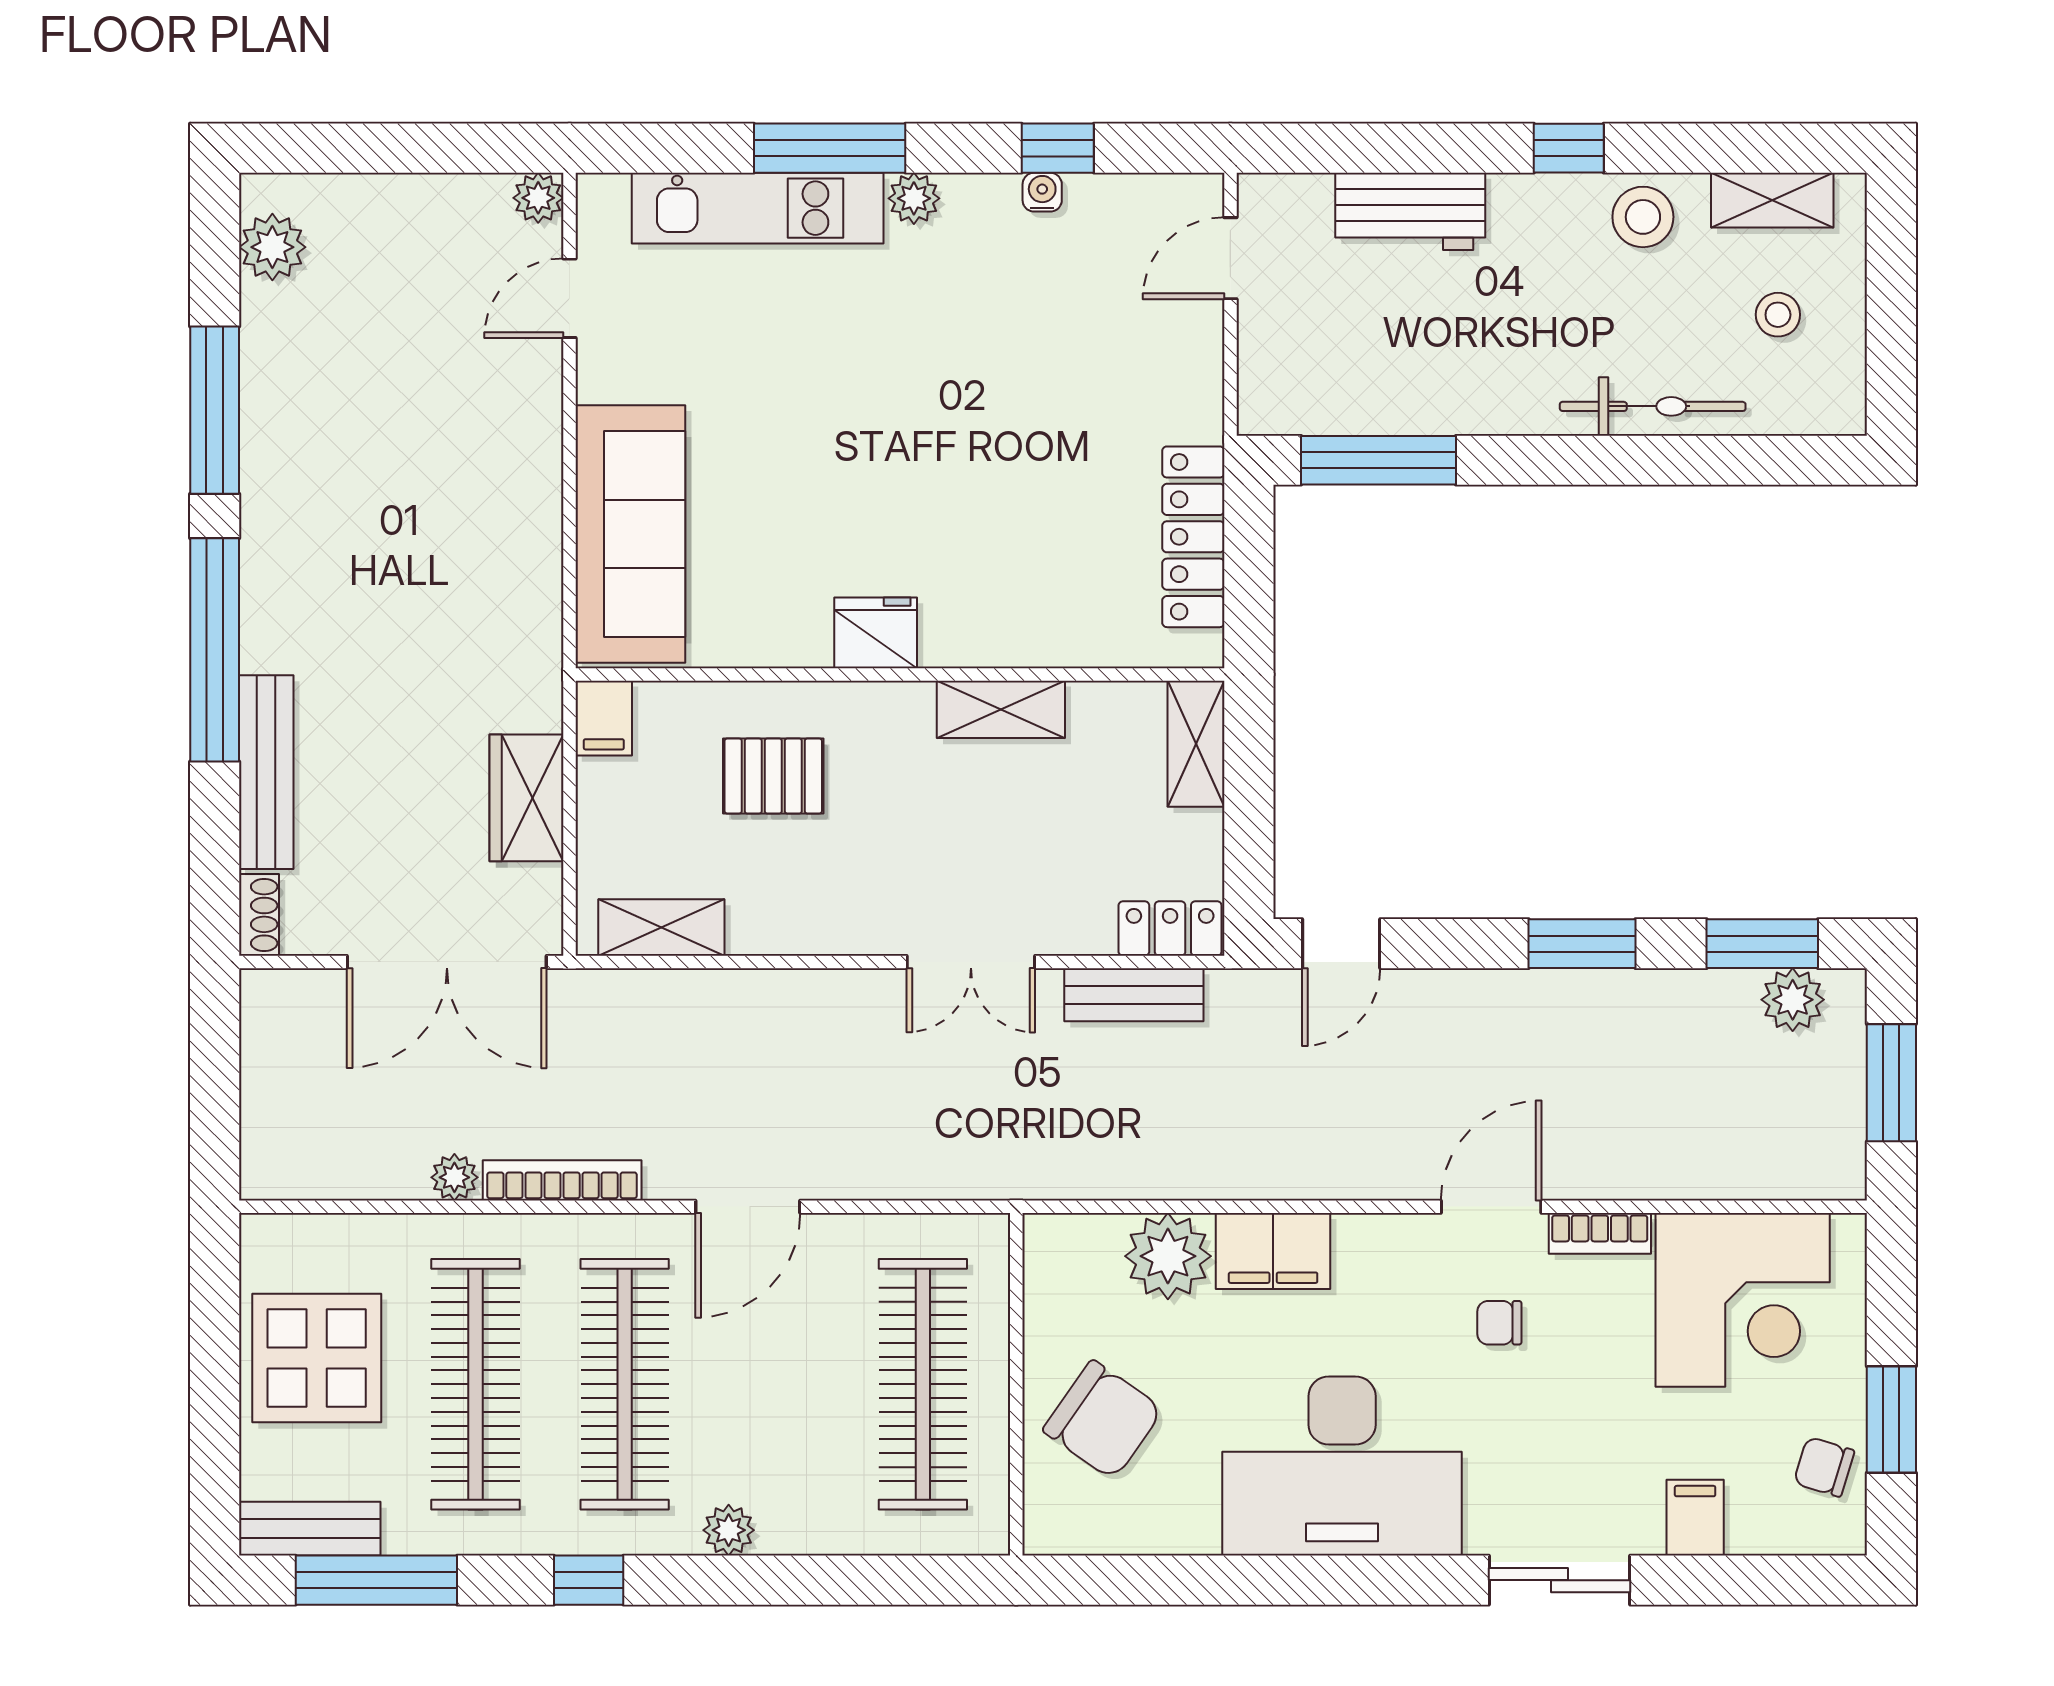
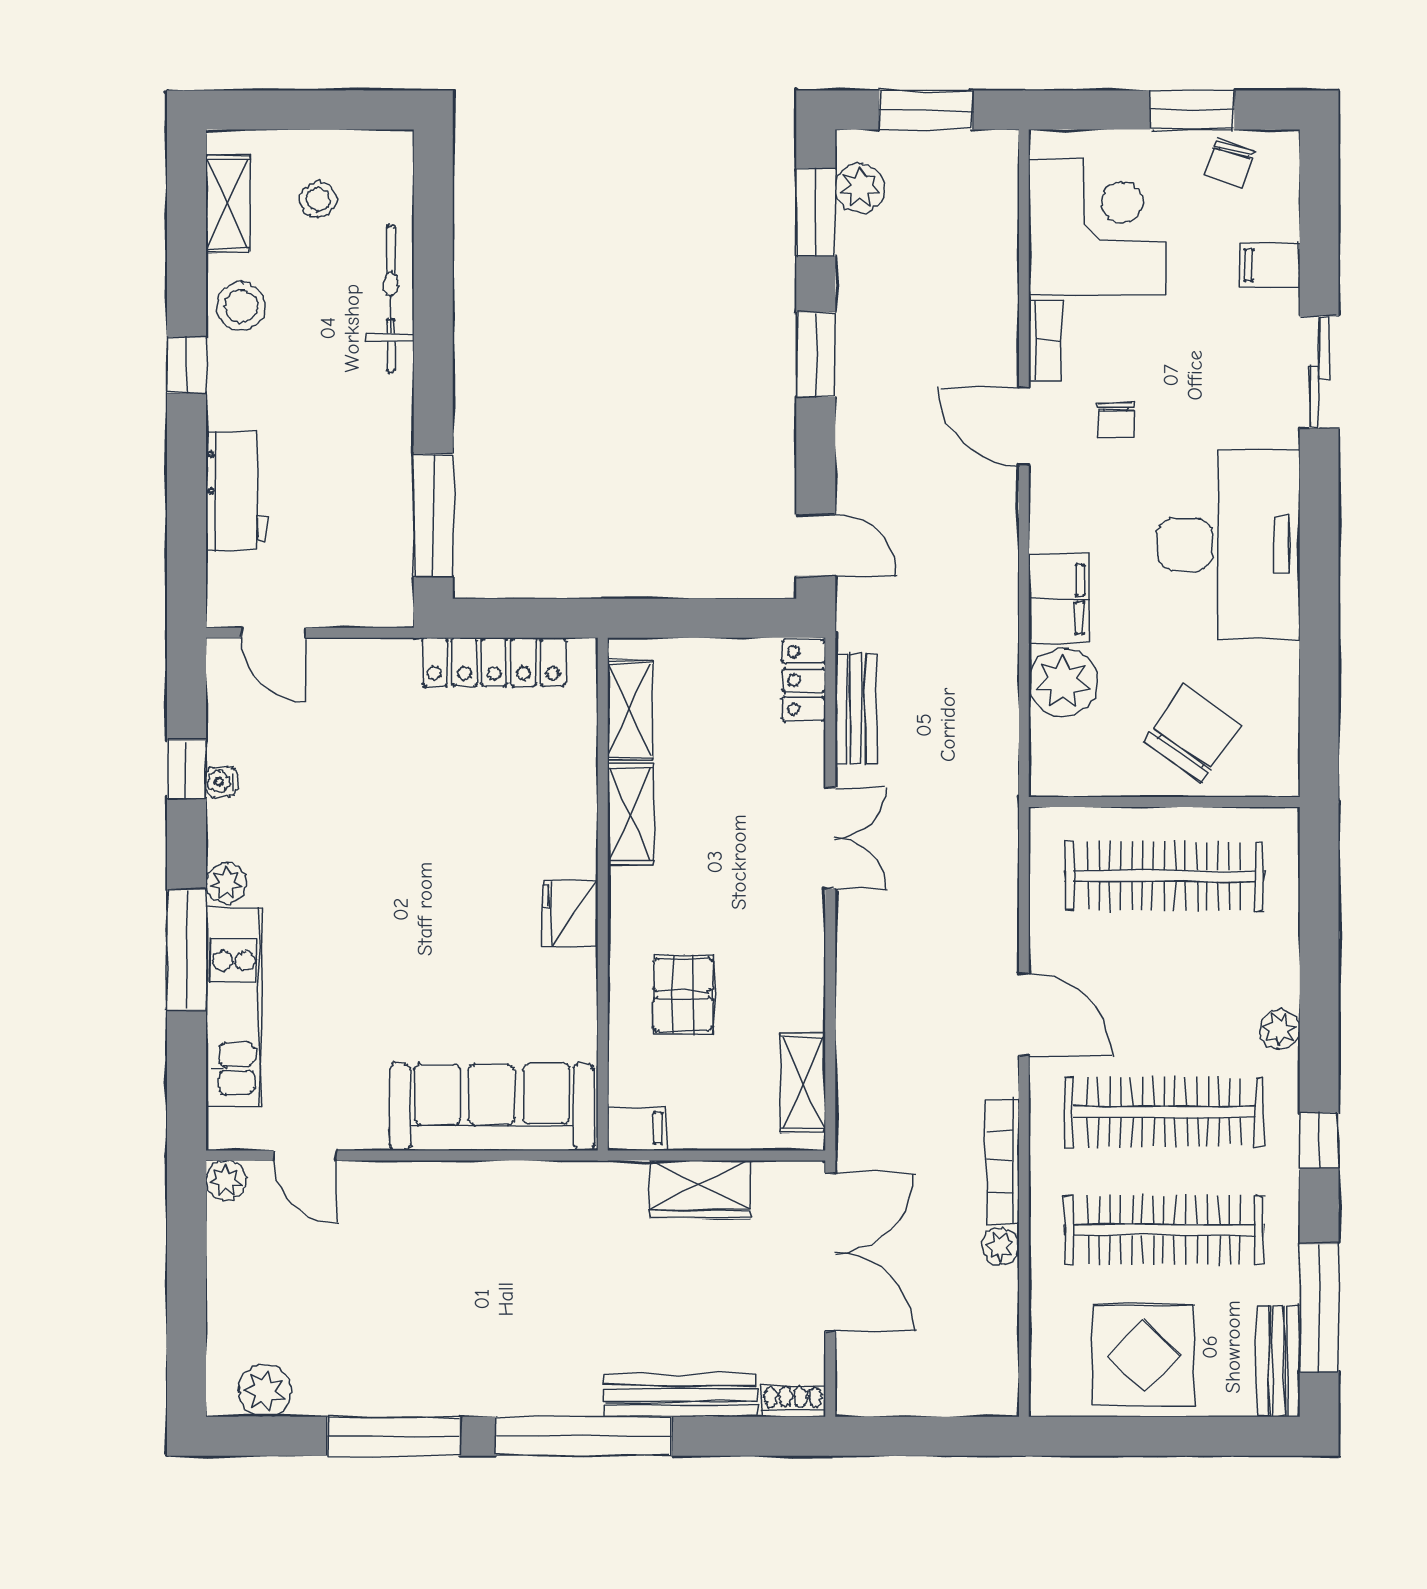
shelving: (1196, 744) -> (630, 710), moved, turned 90

